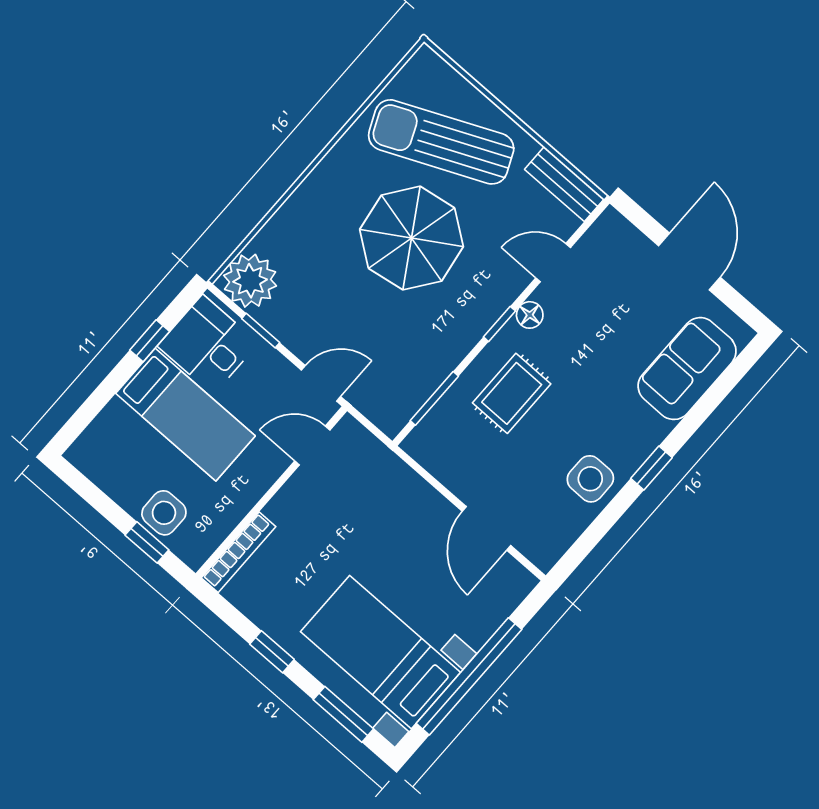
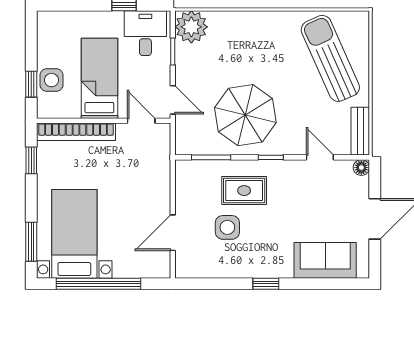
parasol: (412, 238) -> (245, 115), moved
floor lamp: (530, 315) -> (361, 168), moved
bed: (185, 415) -> (99, 78), moved, turned 180
side table: (590, 479) -> (227, 227), moved
bookcase: (239, 552) -> (76, 132), width x1.48, depth x1.31
window: (272, 652) -> (31, 160), moved

